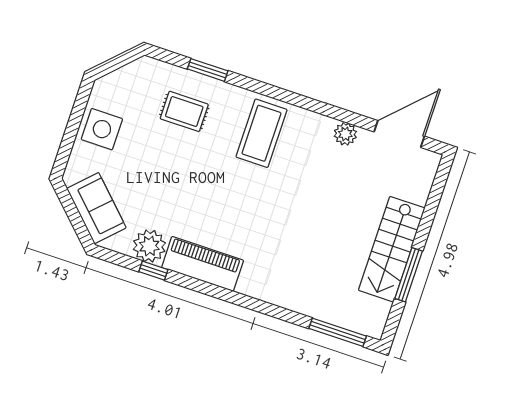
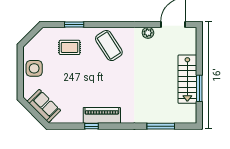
coffee table: (261, 133) -> (109, 46), turned -33
plant: (149, 246) -> (74, 115), removed
window: (153, 271) -> (91, 126), moved
window: (338, 332) -> (161, 126), moved

